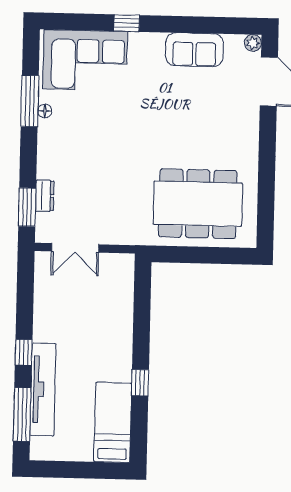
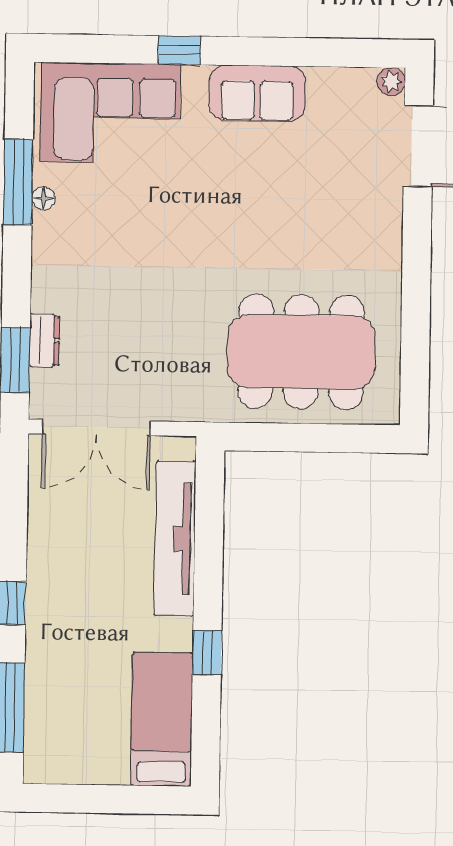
sofa: (194, 50) -> (257, 93), moved
double door: (75, 248) -> (96, 427), width x1.37
tv unit: (43, 389) -> (175, 539), moved, turned 180

